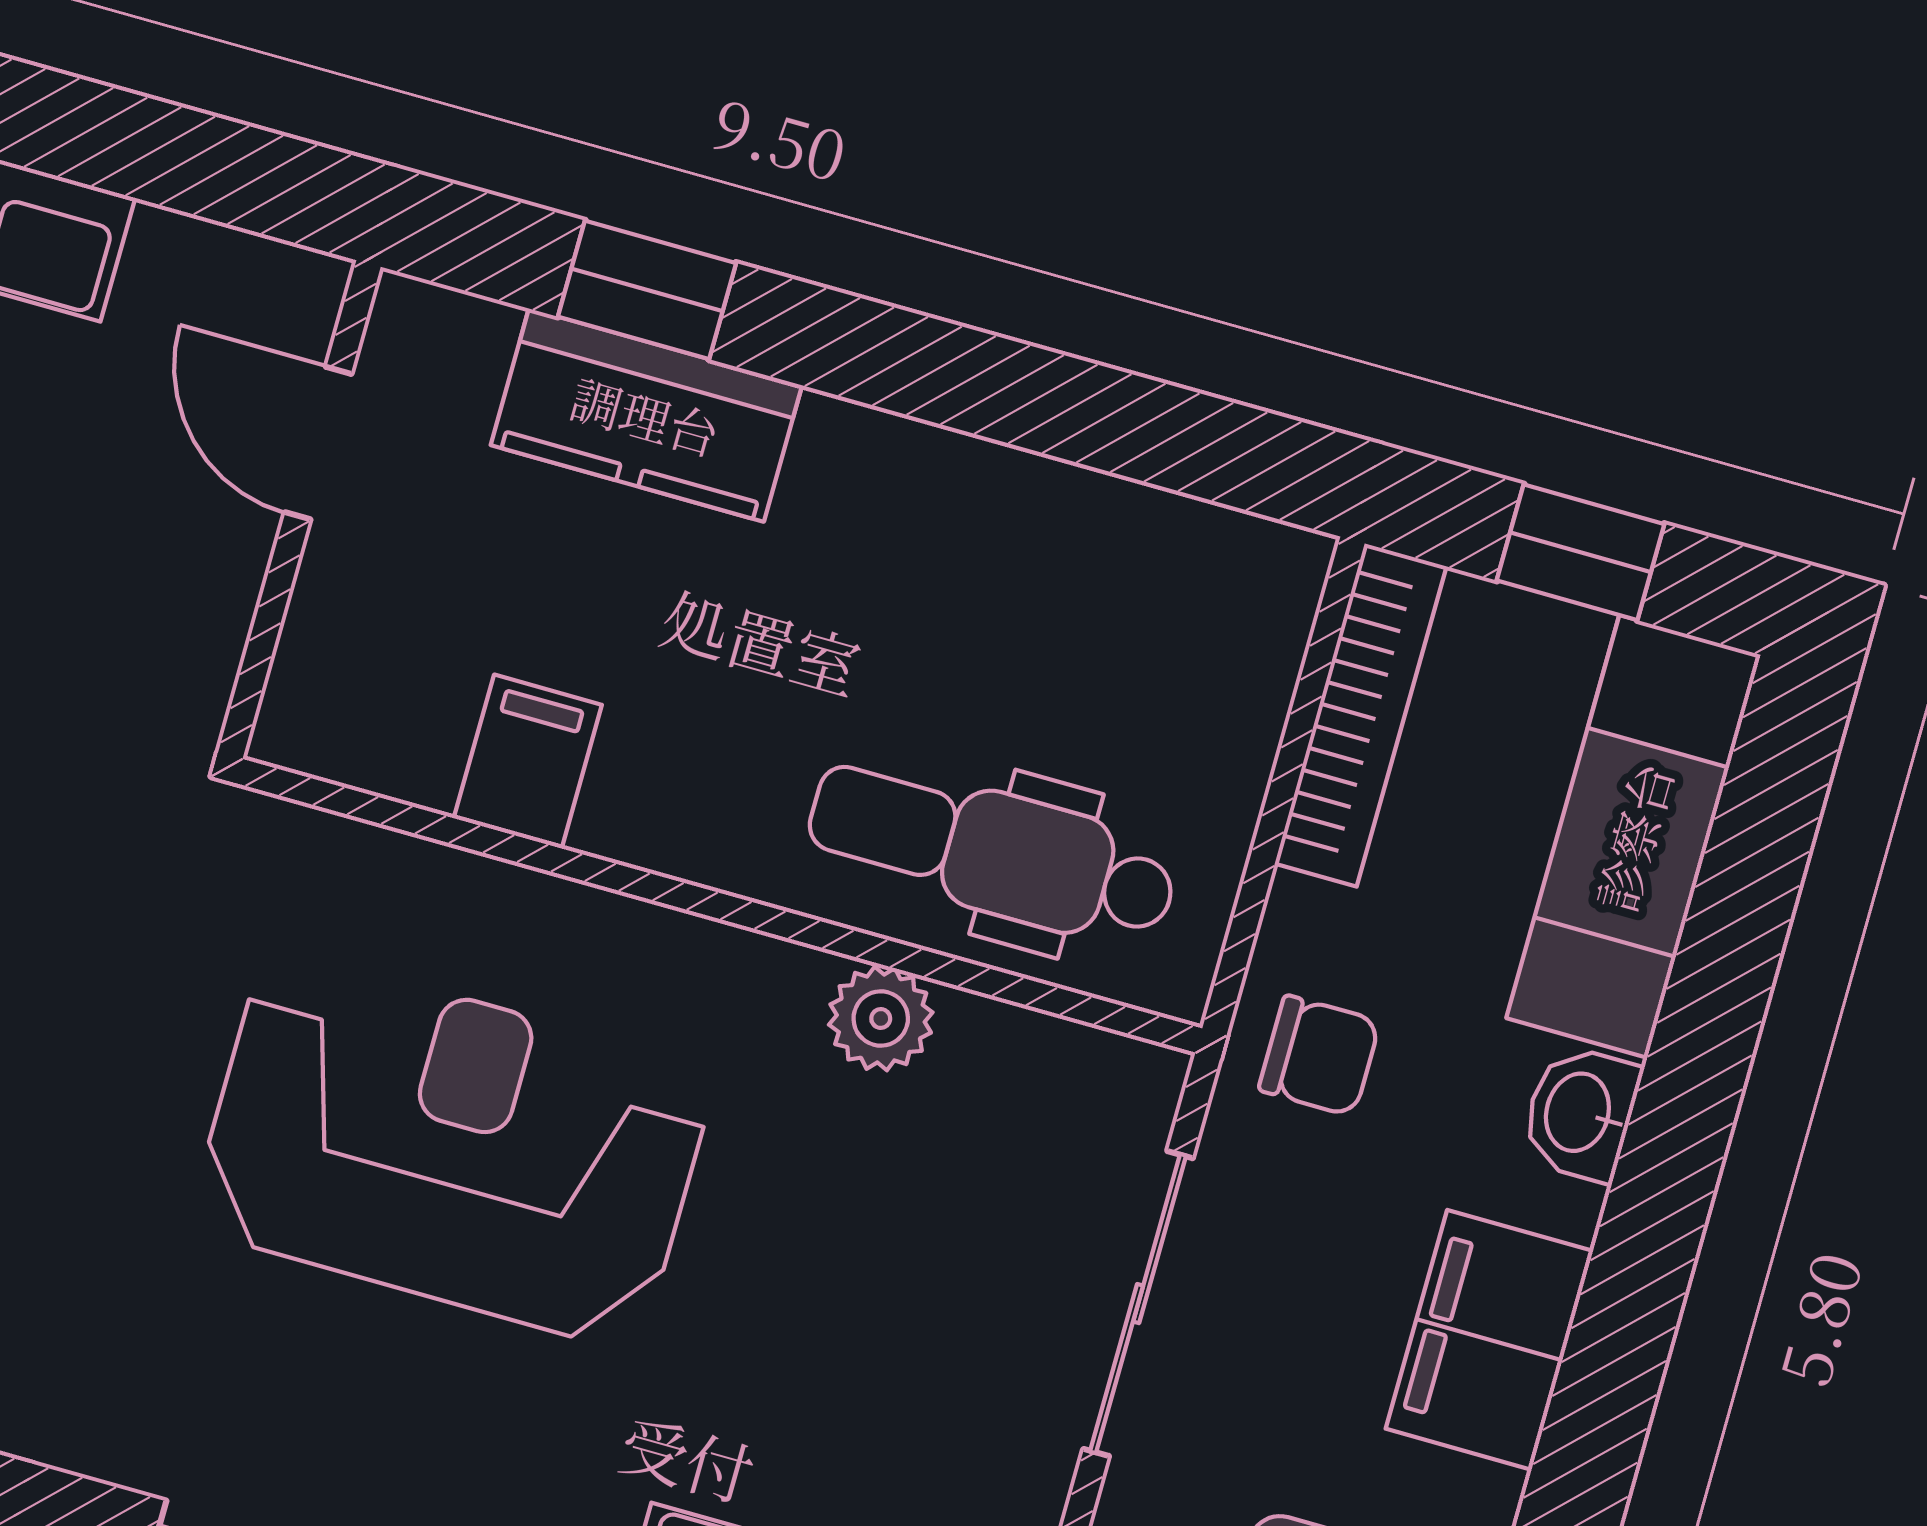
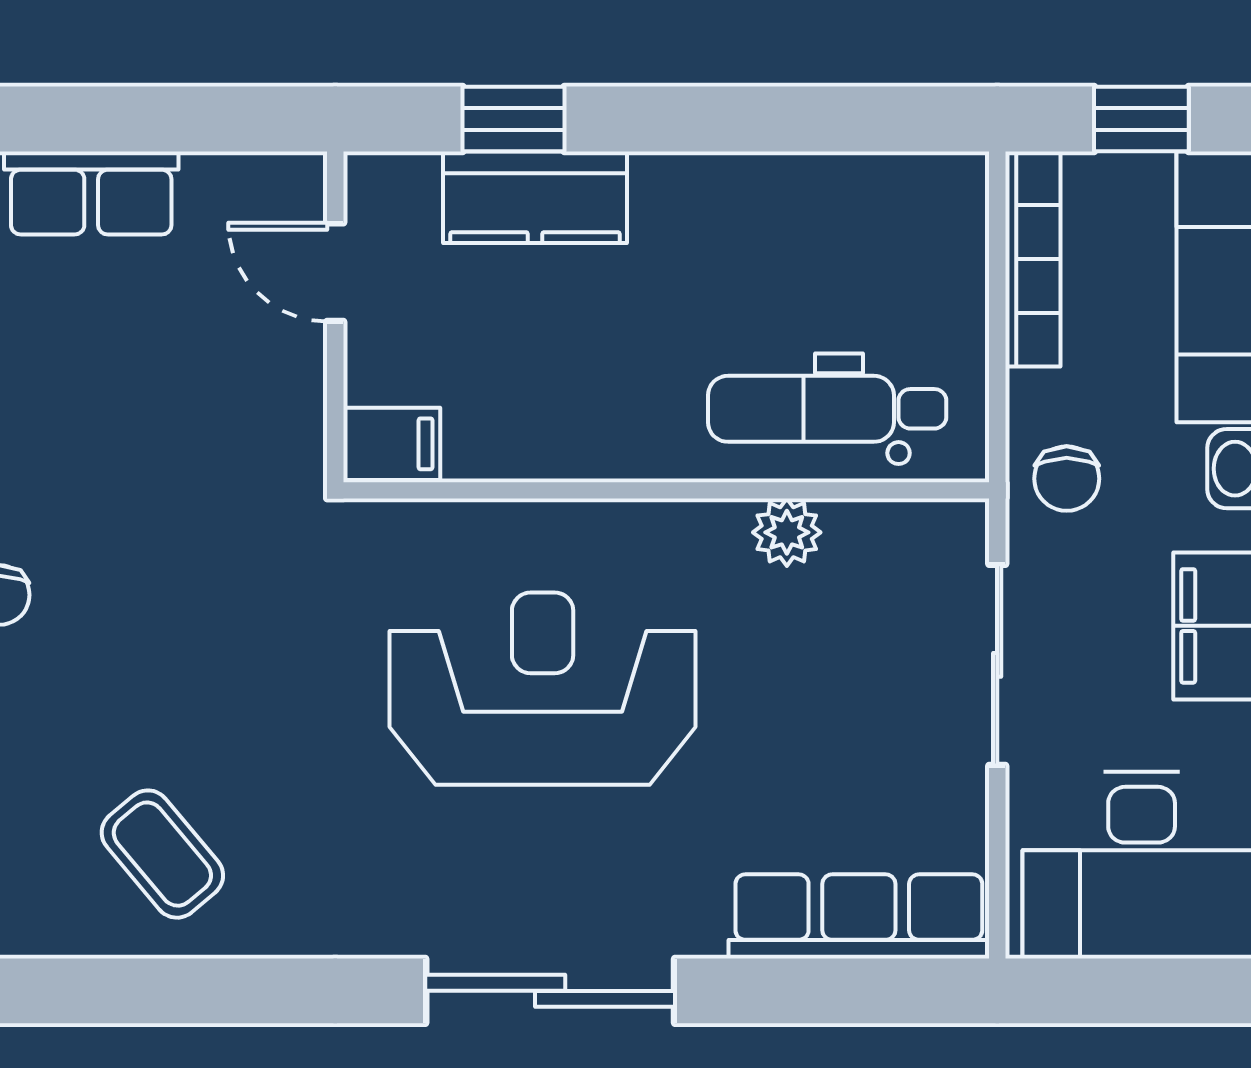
filing cabinet: (528, 762) -> (392, 444), moved, turned 90
chair: (1319, 1056) -> (1067, 479), turned 90

